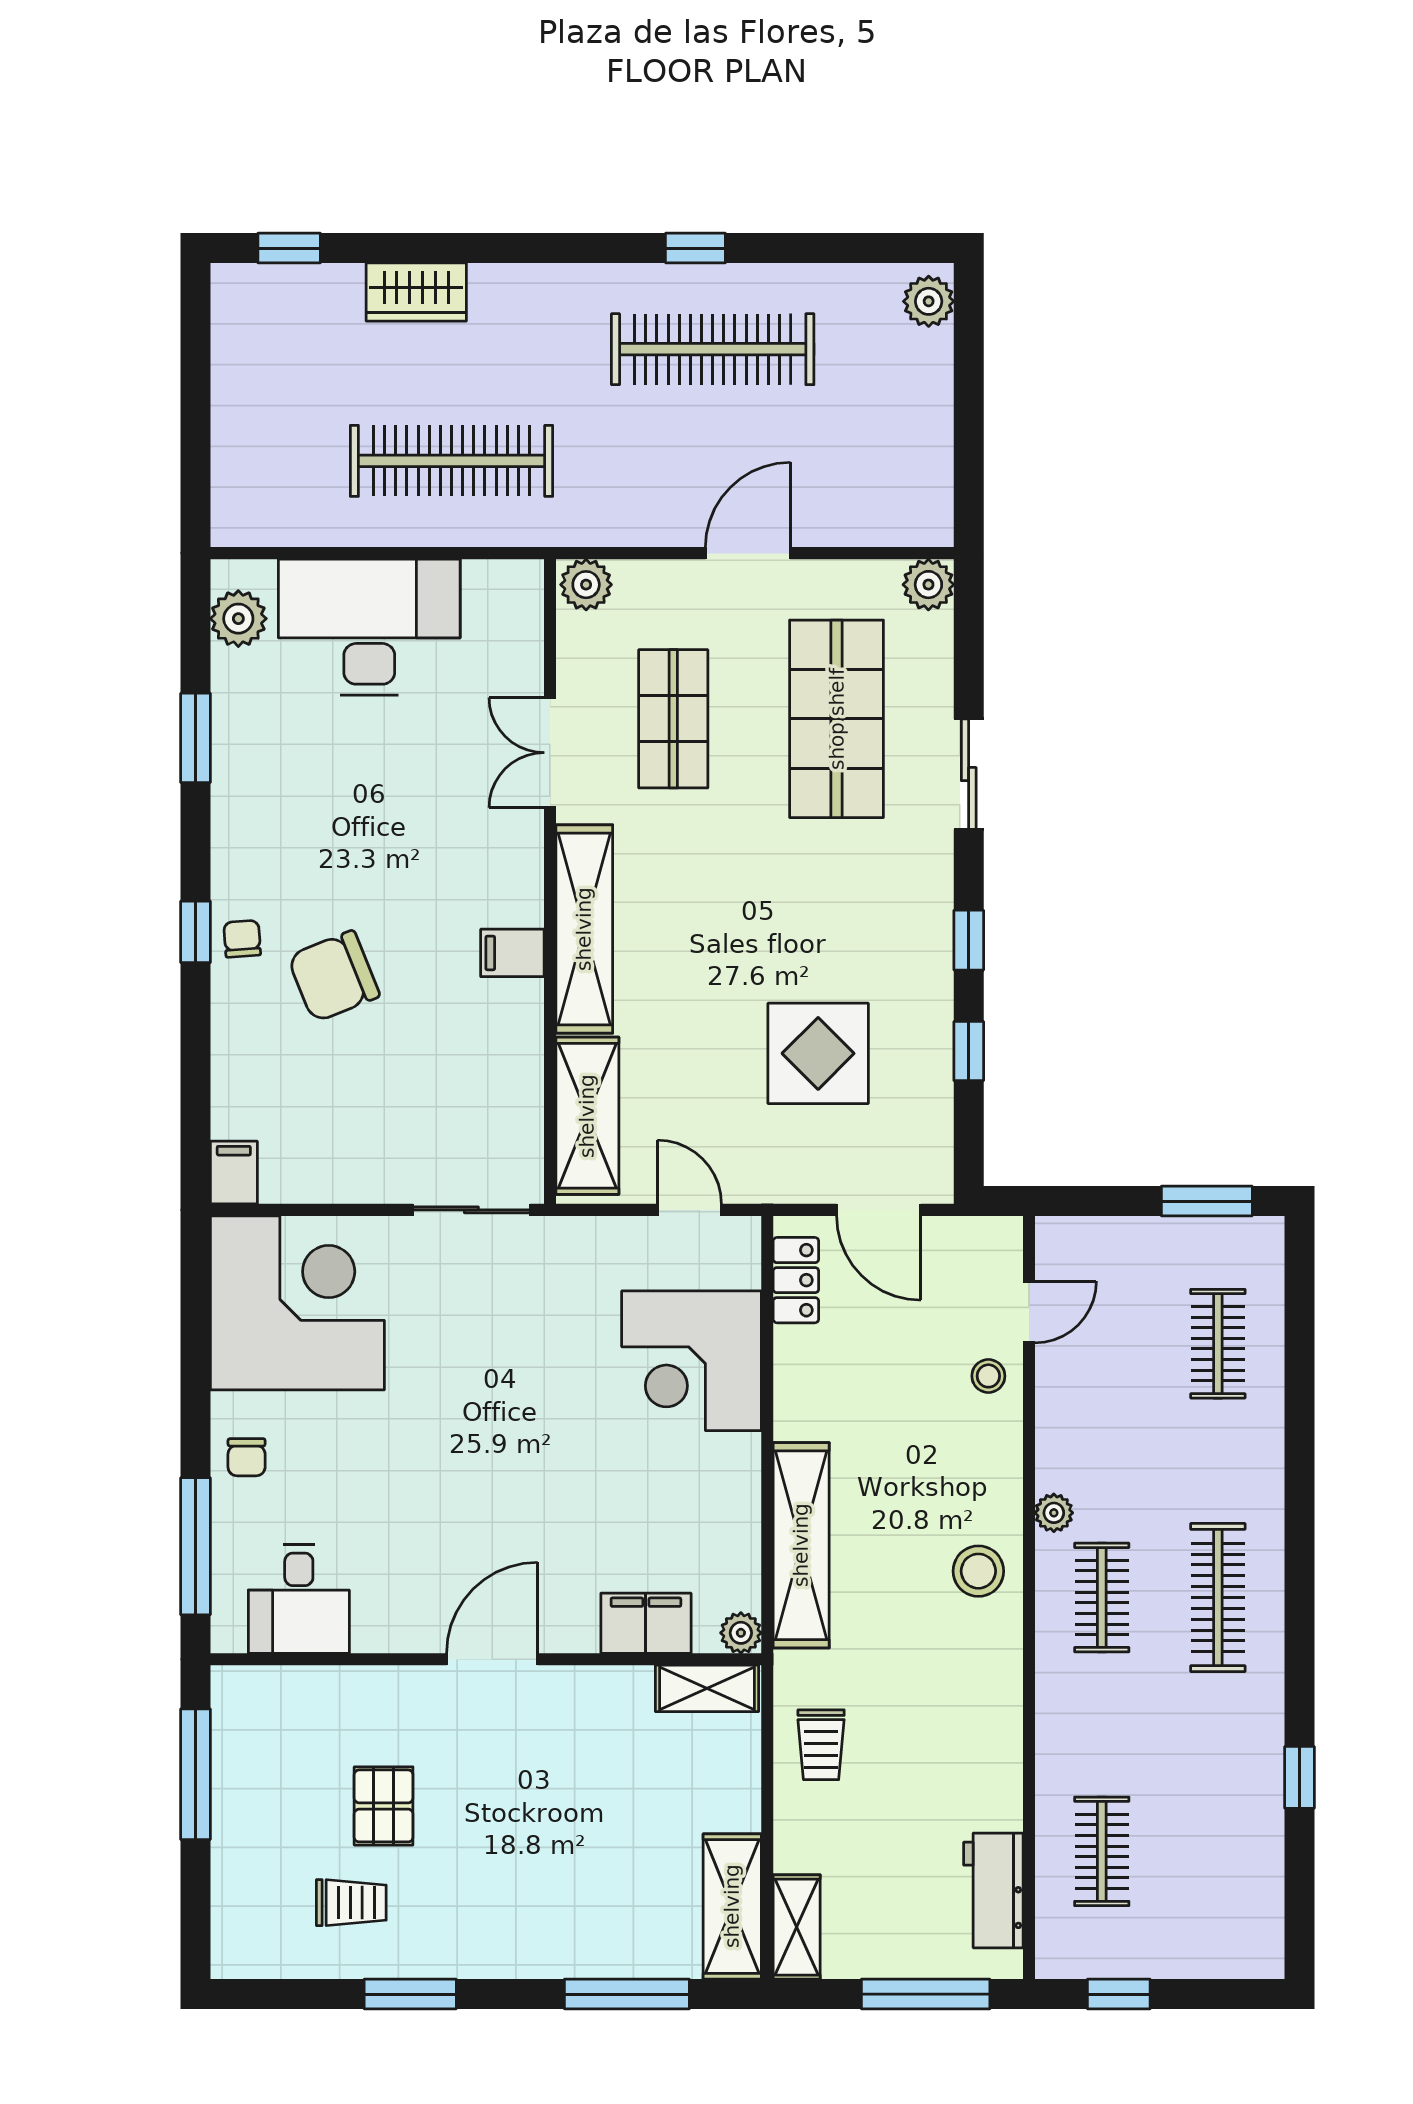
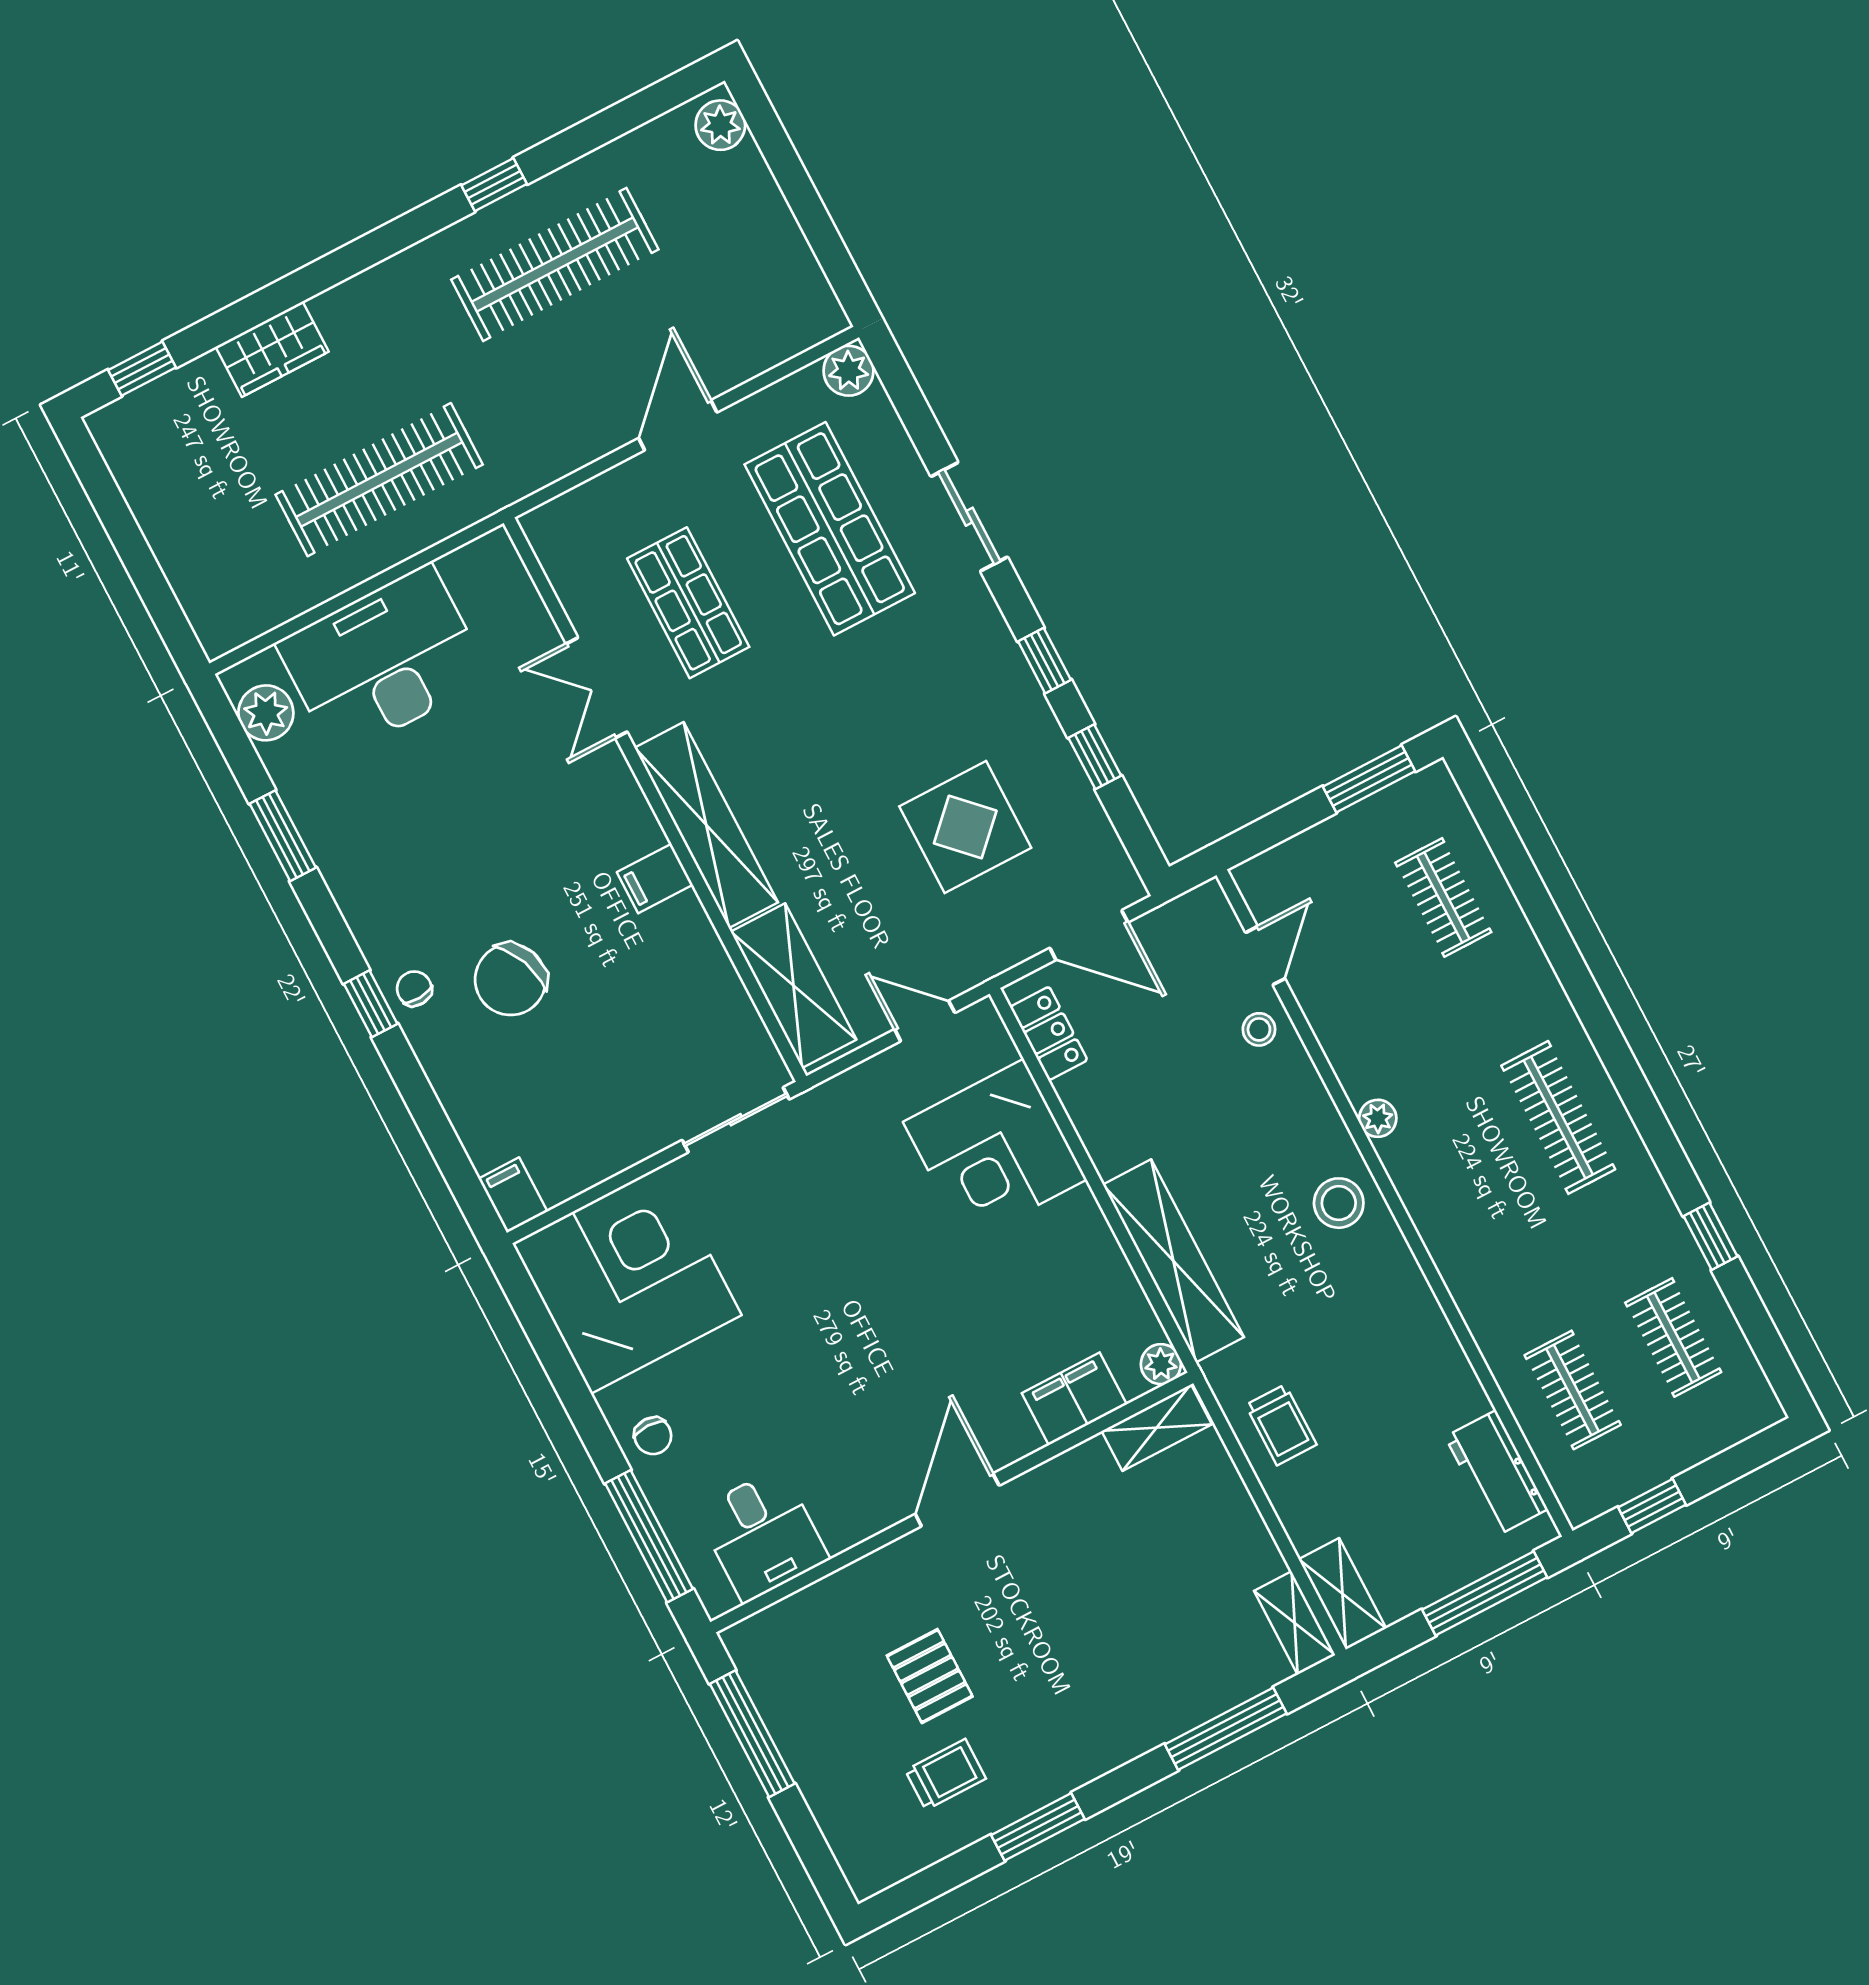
plant: (586, 585) -> (552, 526), removed
clothes rail: (1102, 1598) -> (1673, 1337), moved
shelving: (732, 1906) -> (1295, 1623), width x0.67, depth x0.75

